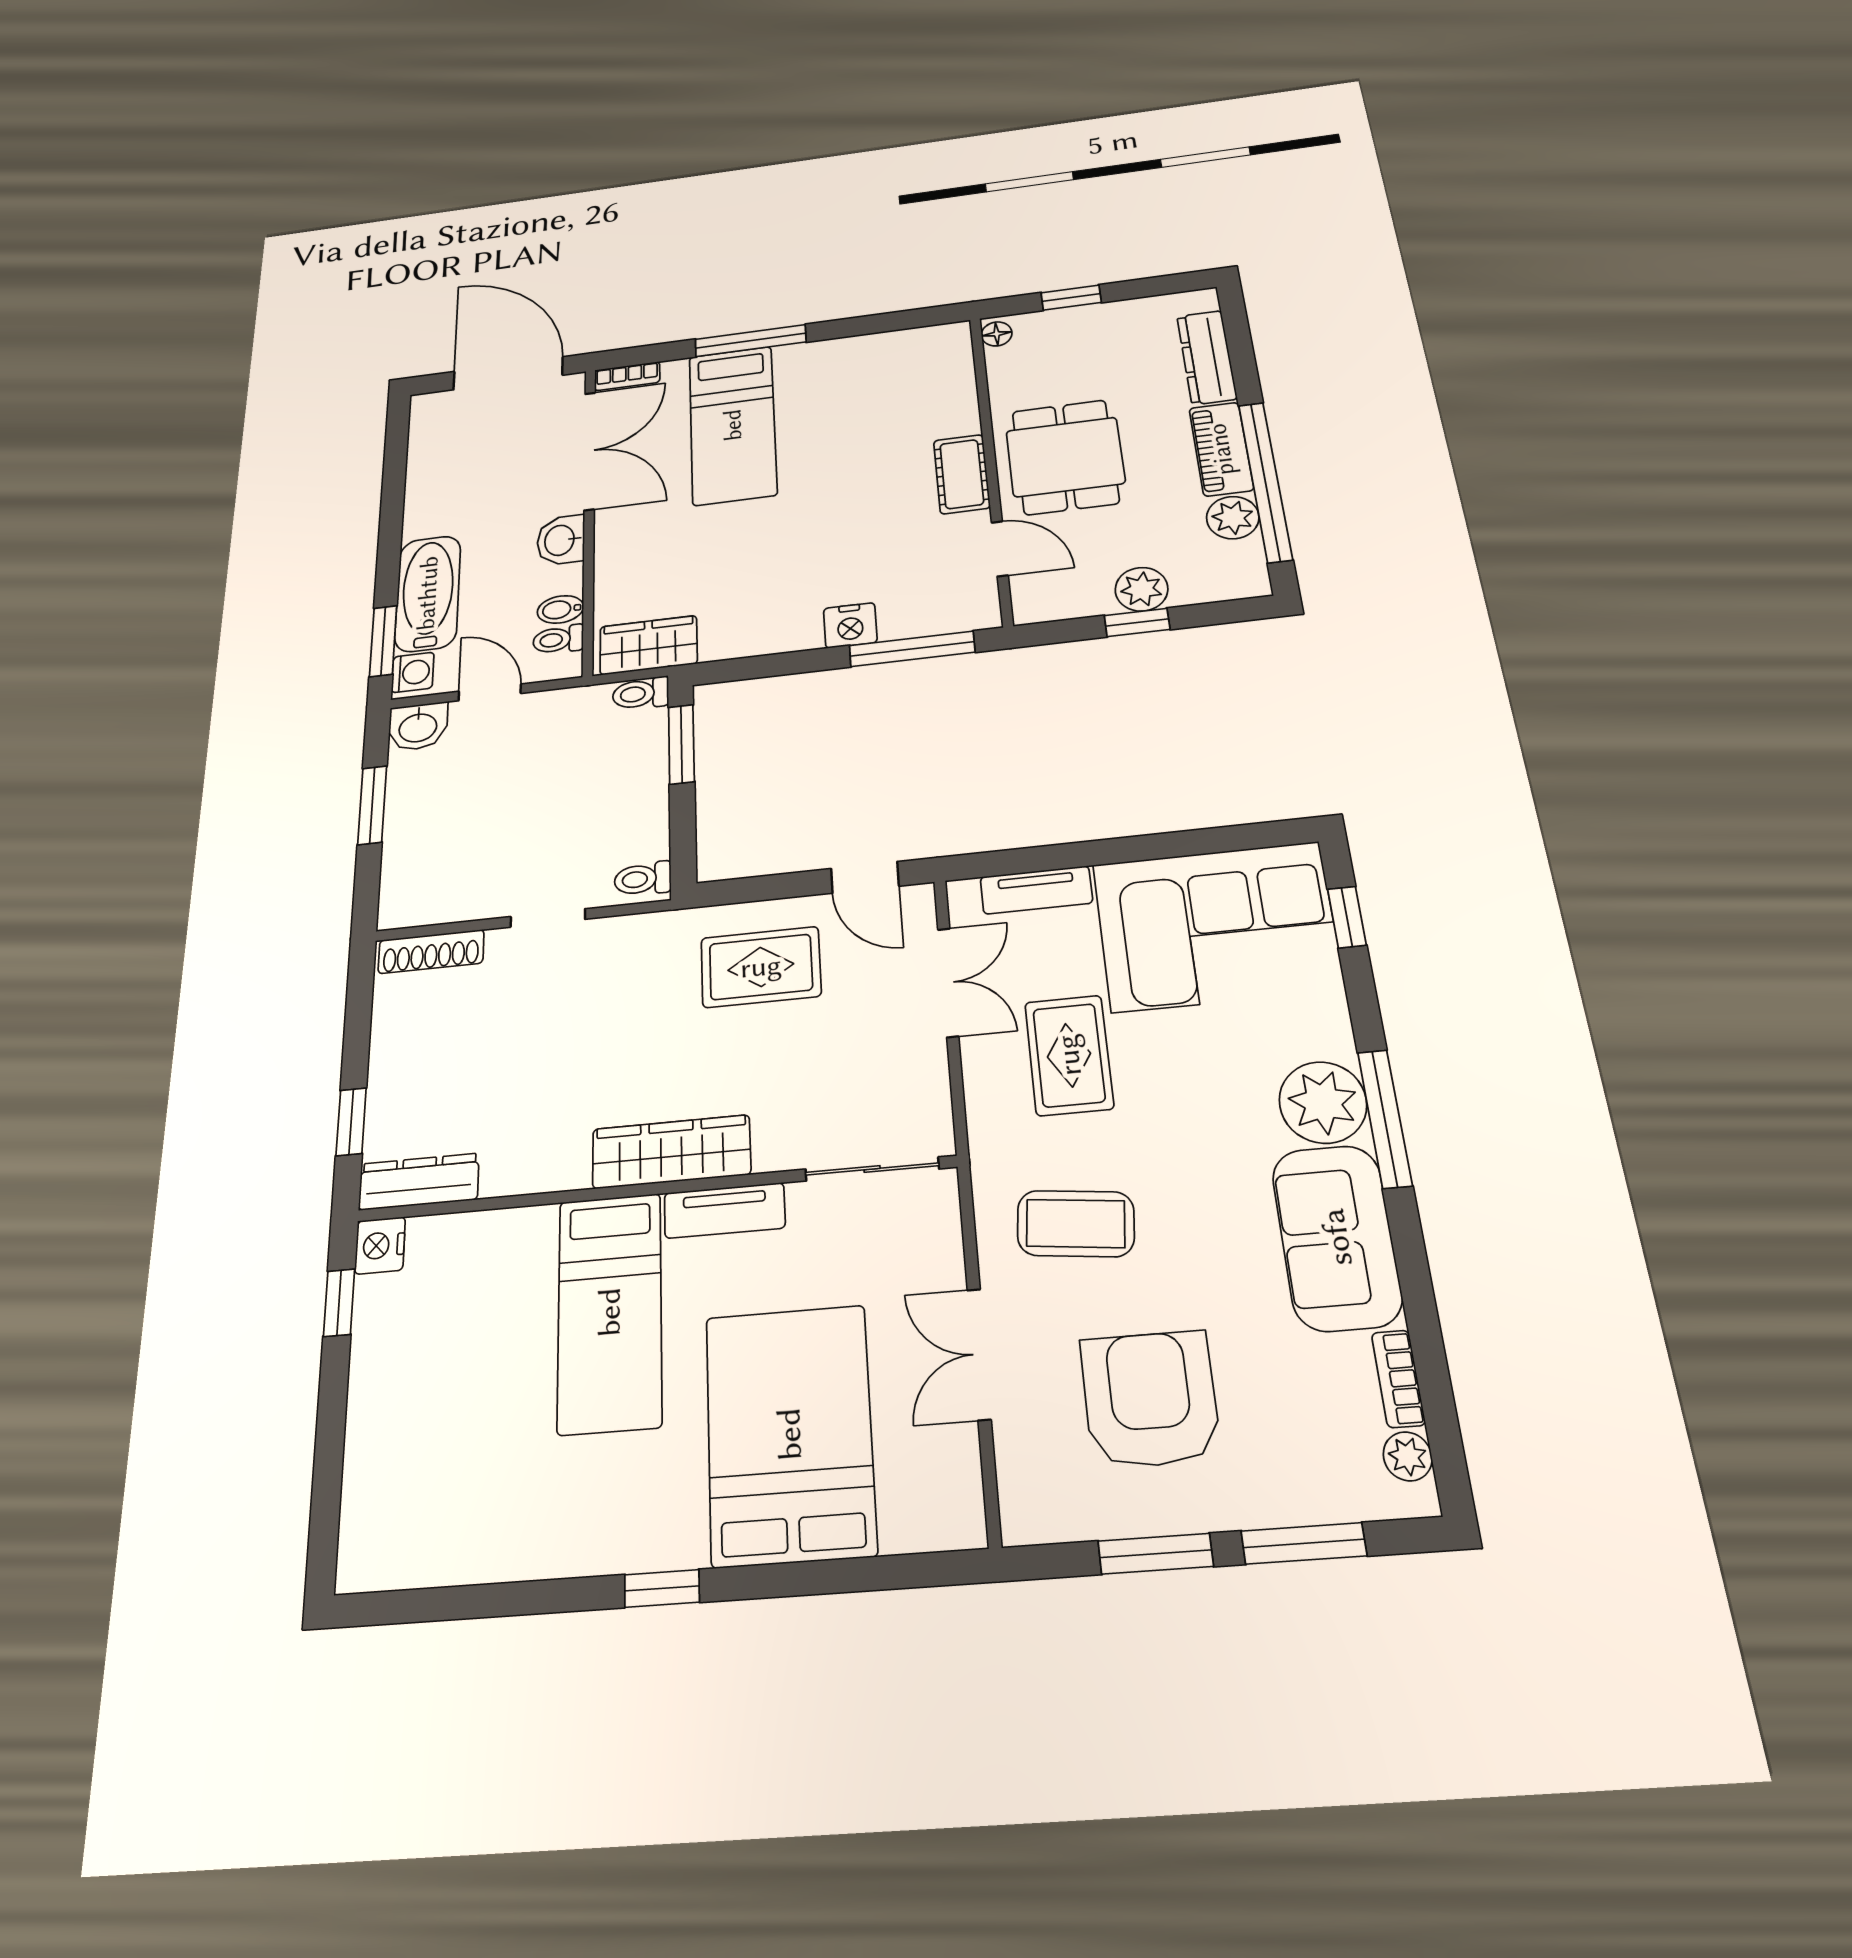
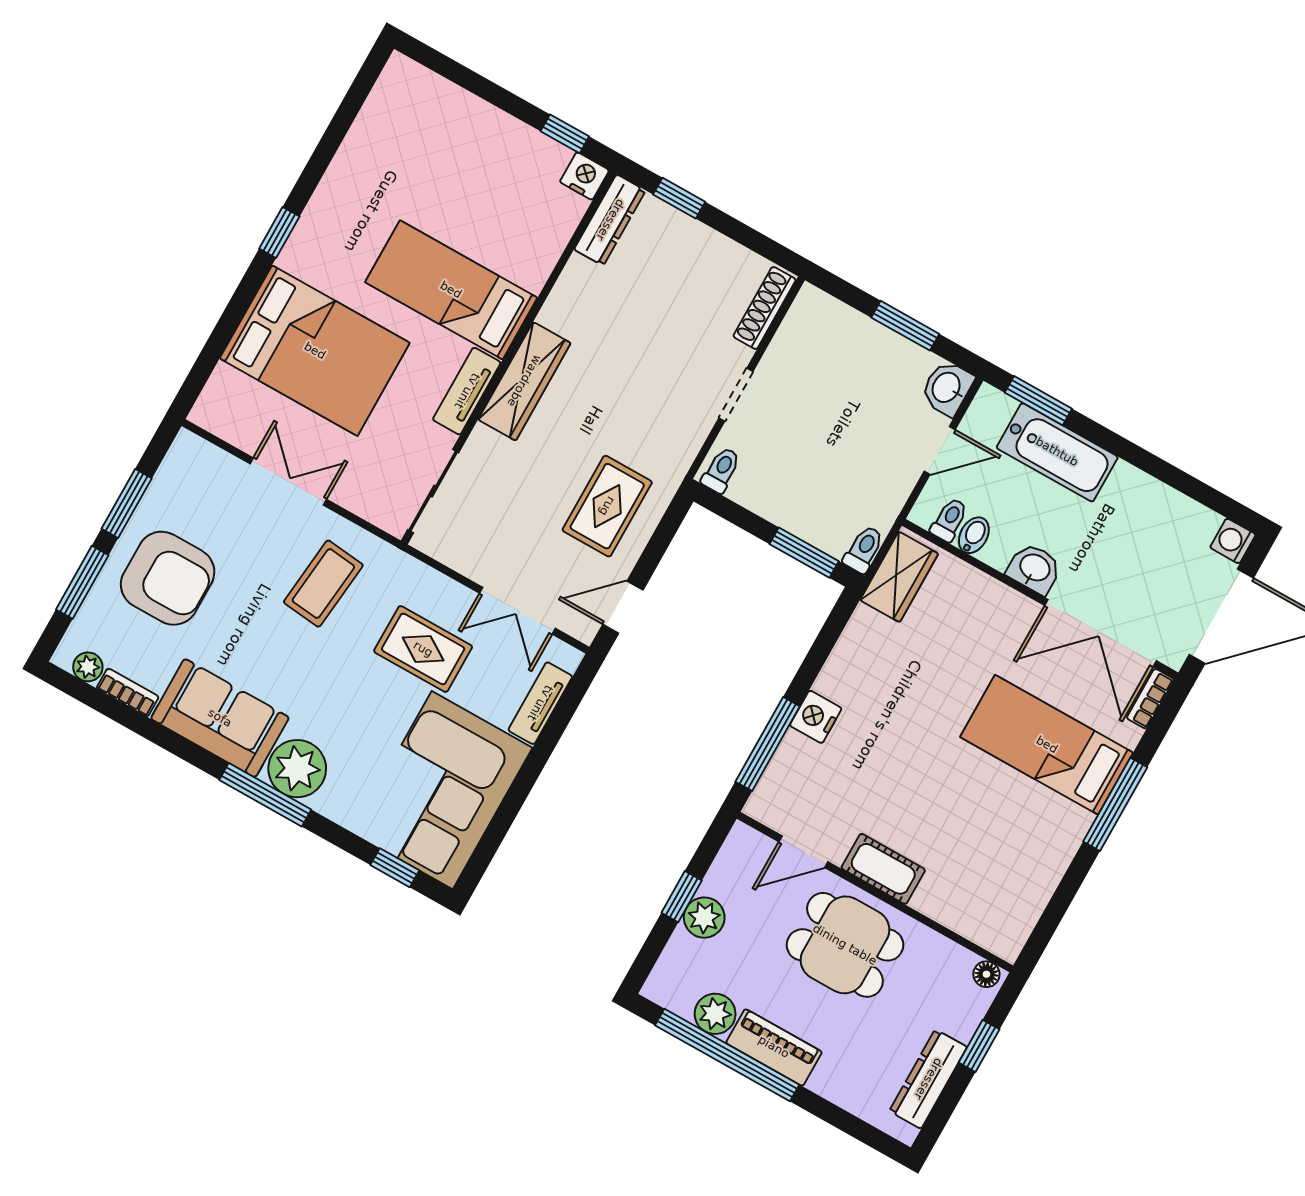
dresser: (1207, 357) -> (928, 1079), moved, turned -90
washing machine: (413, 672) -> (1233, 541), moved, turned 90
armchair: (1150, 1399) -> (168, 578), moved

